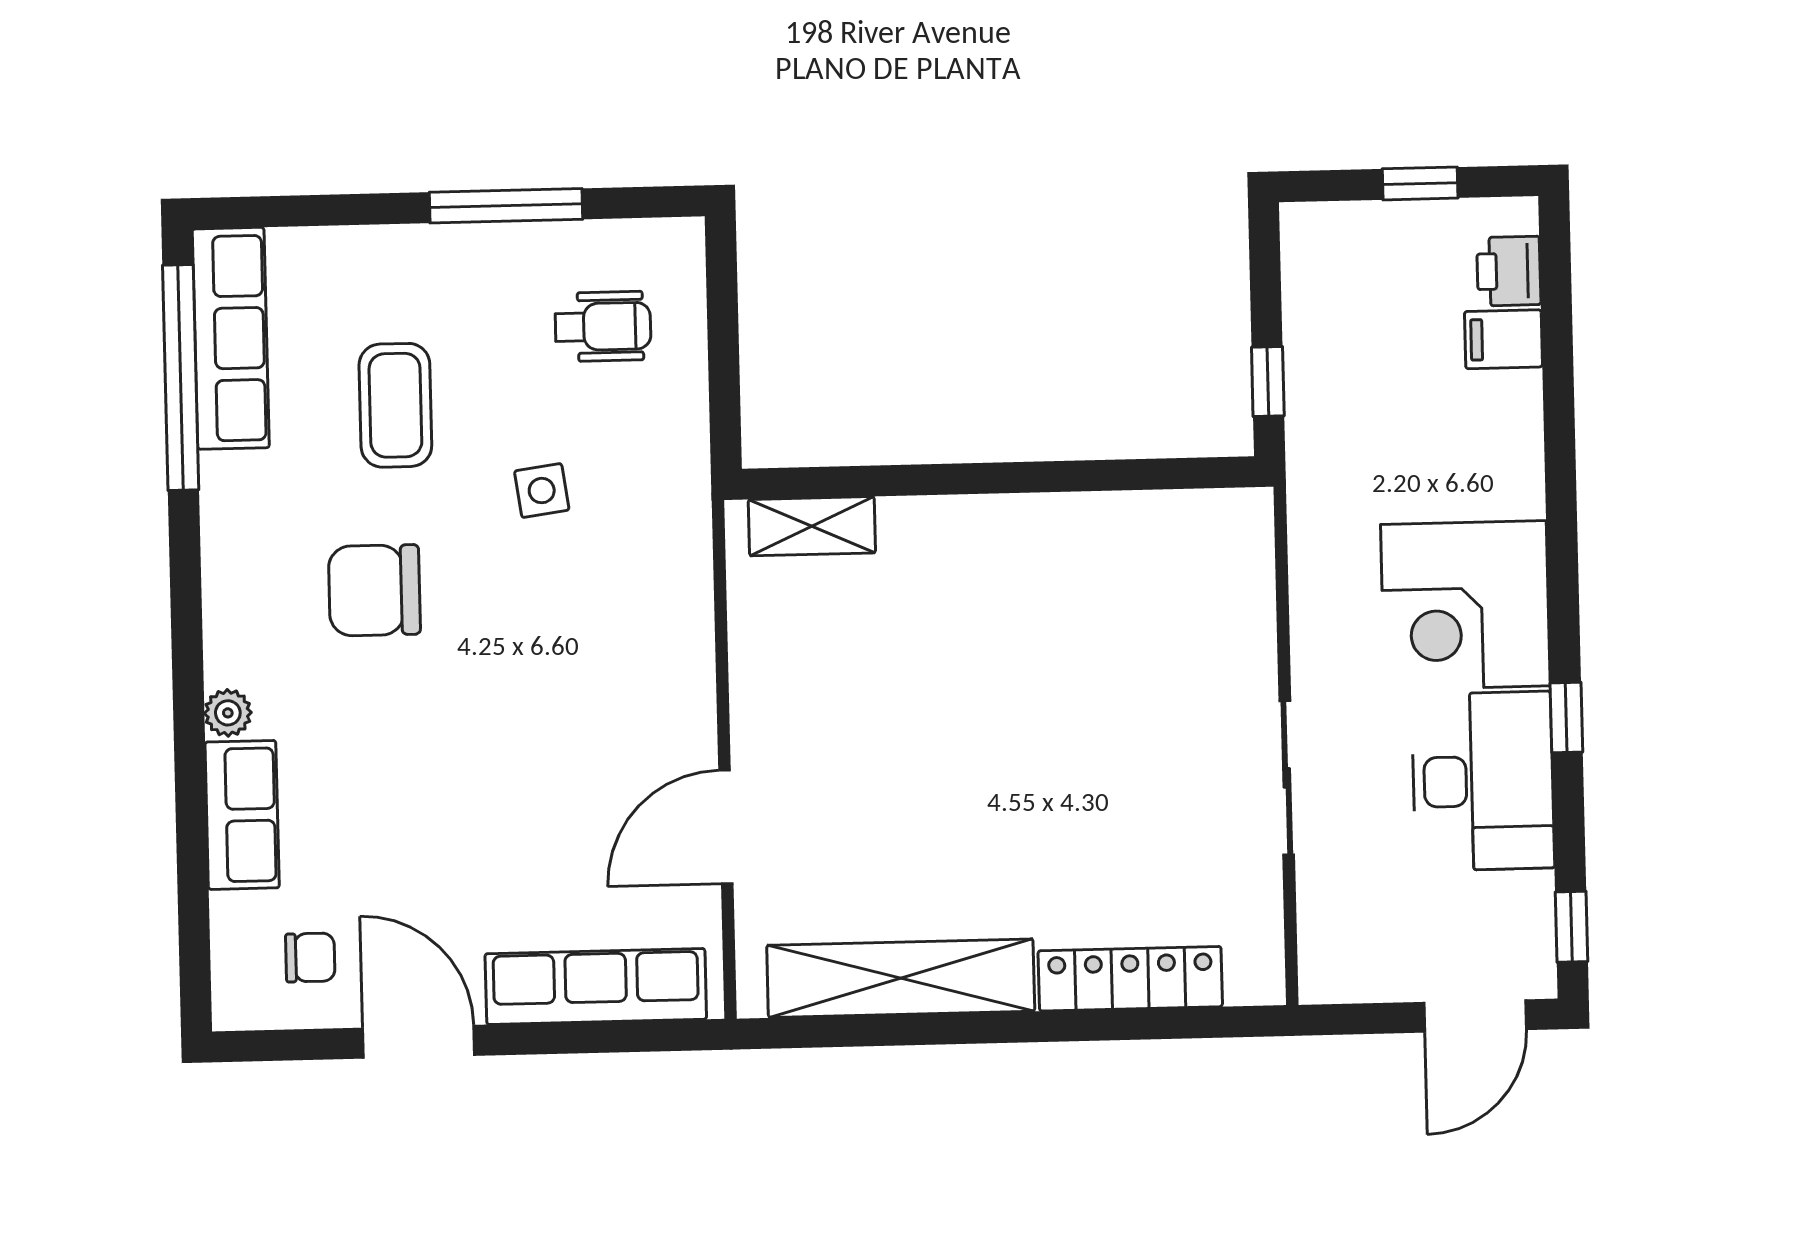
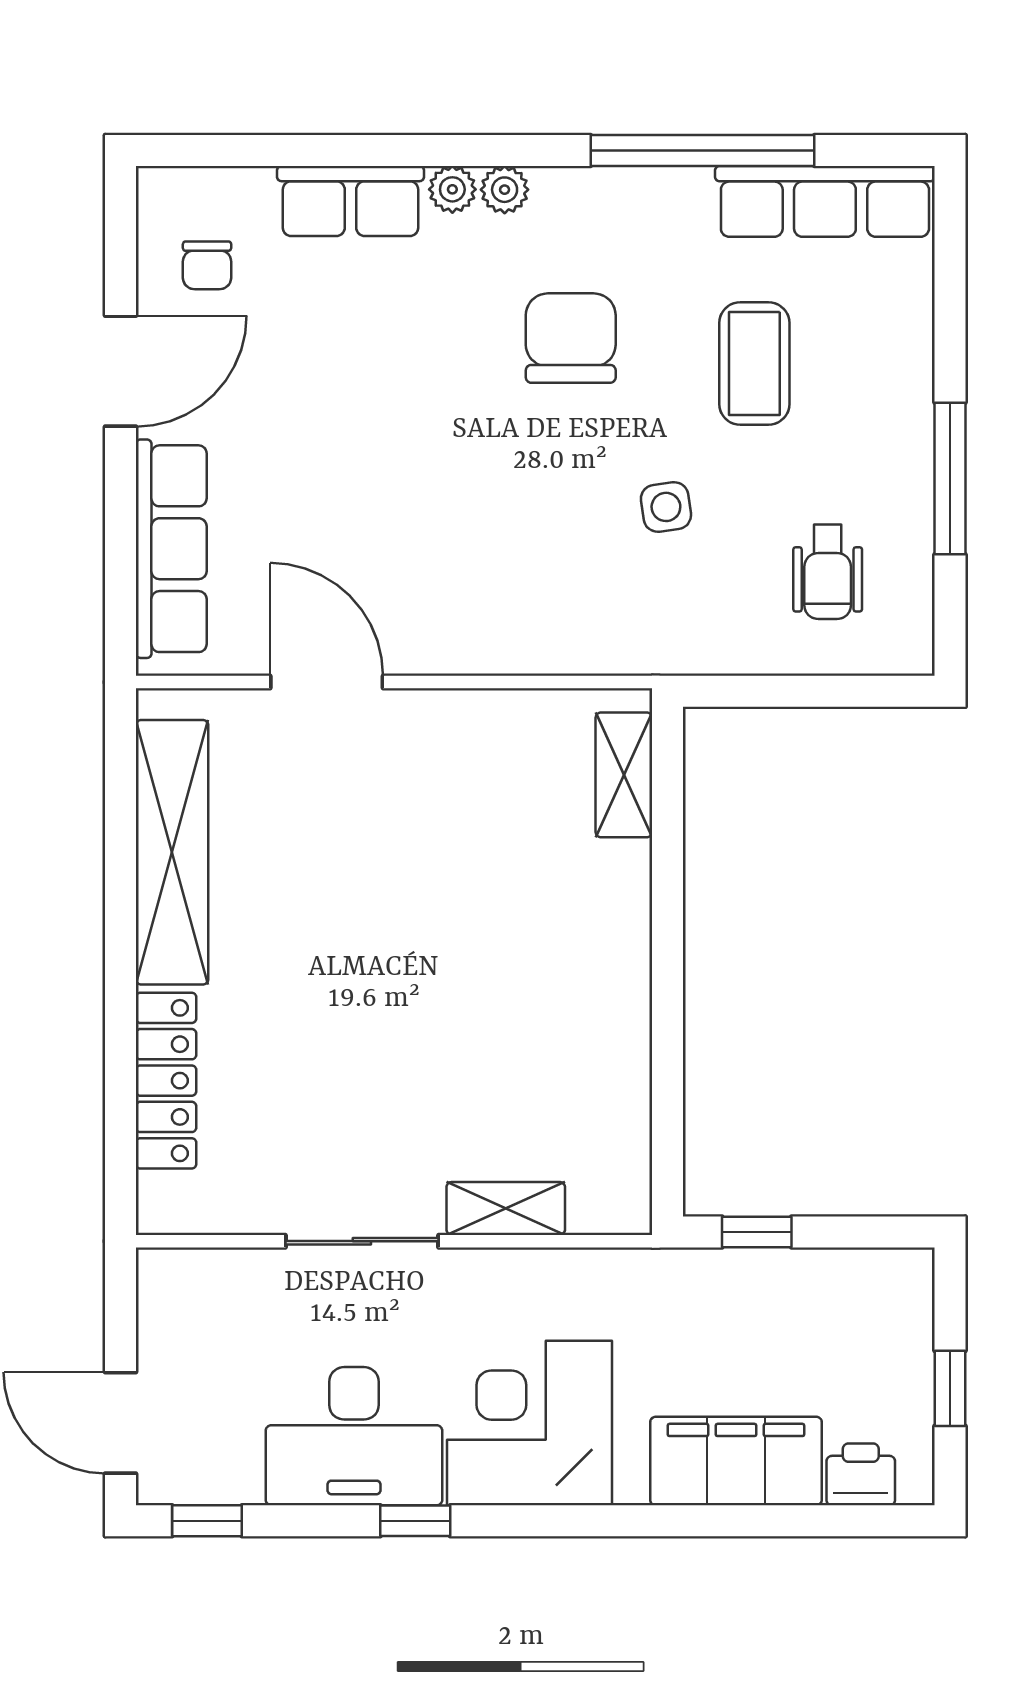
filing cabinet: (1503, 339) -> (736, 1461), width x3.00, depth x1.17
window: (181, 378) -> (703, 150), moved
coffee table: (395, 405) -> (754, 364), turned 90
shelving: (1250, 634) -> (506, 1208), added
plant: (227, 660) -> (505, 190), added

